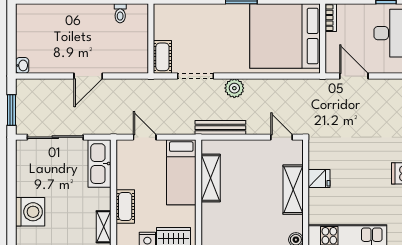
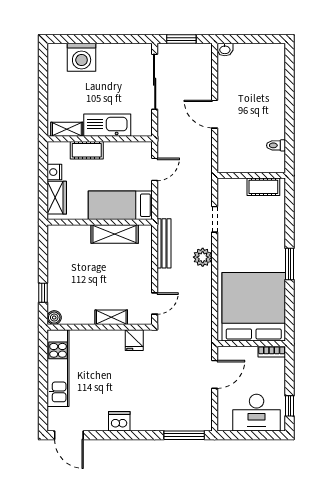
cot: (162, 57) -> (263, 187), moved
doorway: (196, 76) -> (215, 219), width x0.73
kitchen sink: (100, 164) -> (107, 125), moved
fridge: (319, 178) -> (134, 340), moved
shelving: (293, 190) -> (111, 317), width x0.67, depth x0.75

